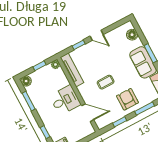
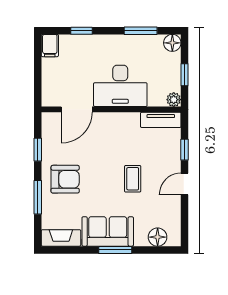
tv unit: (72, 70) -> (161, 120), width x0.71
coffee table: (106, 82) -> (133, 179), moved
desk: (65, 100) -> (120, 86), width x1.37

